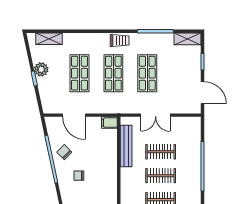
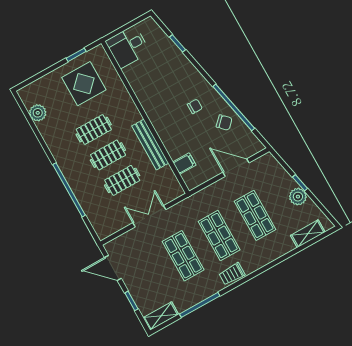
filing cabinet: (109, 123) -> (184, 164), moved
bench: (126, 146) -> (150, 145), moved

